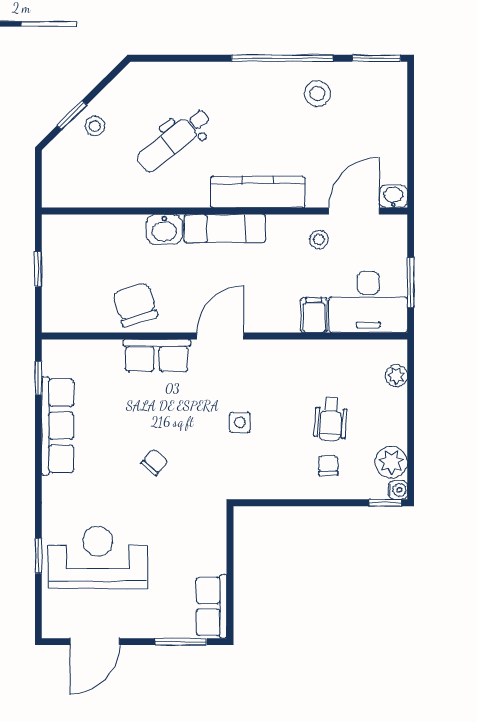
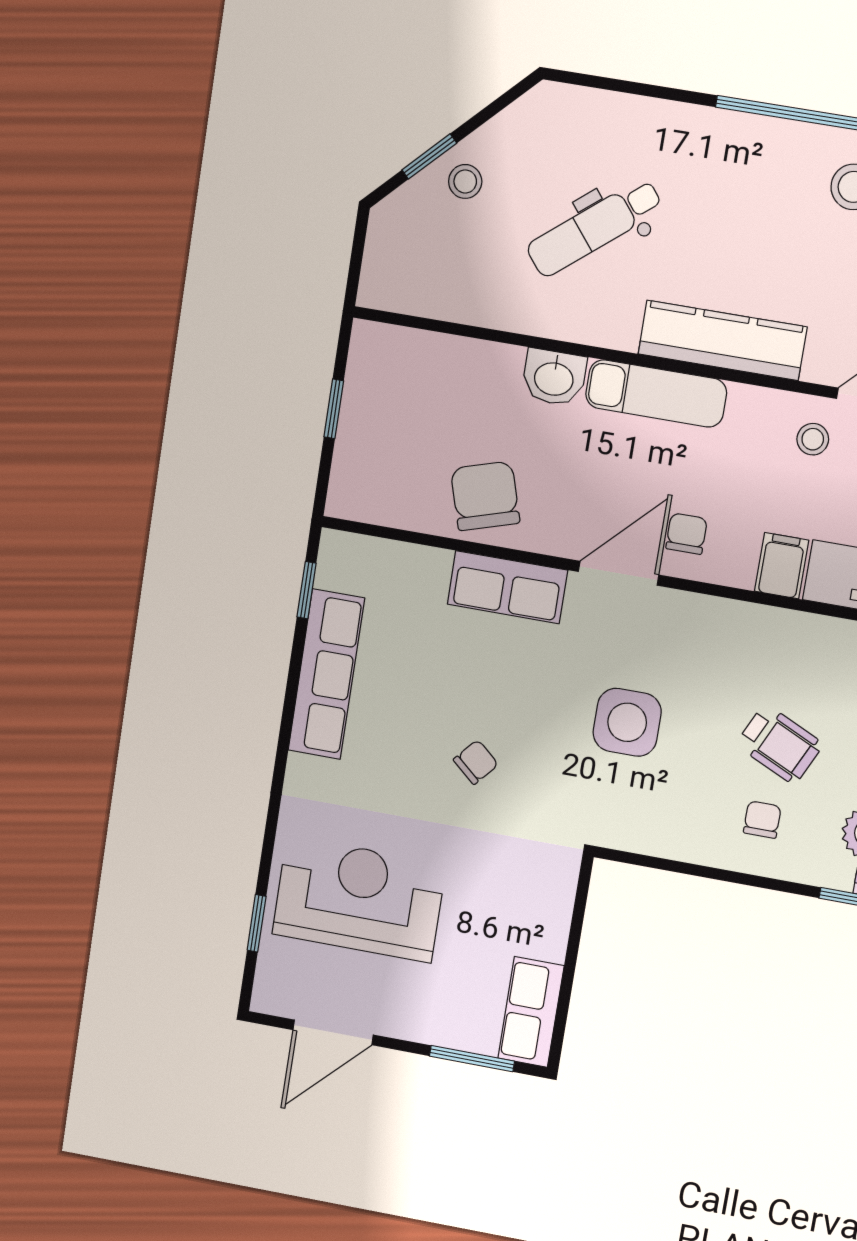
chair: (256, 306) -> (686, 534), added
wheelchair: (331, 419) -> (780, 744), turned -69
side table: (240, 422) -> (627, 722), width x1.87, depth x1.87
window: (38, 556) -> (257, 923), moved

